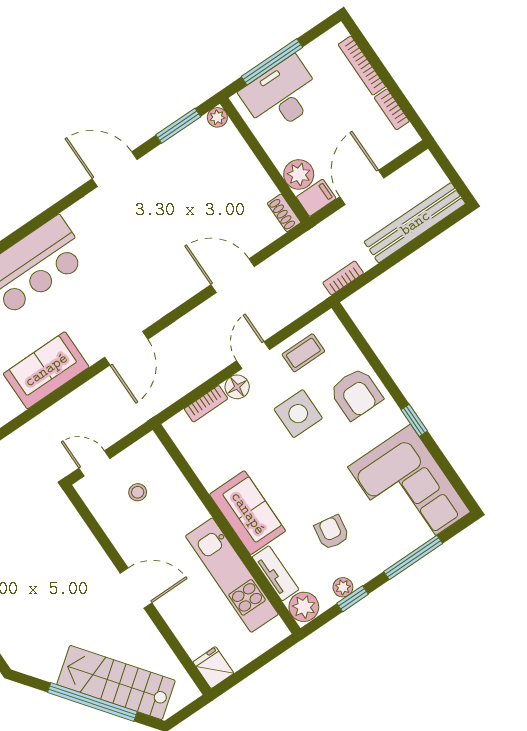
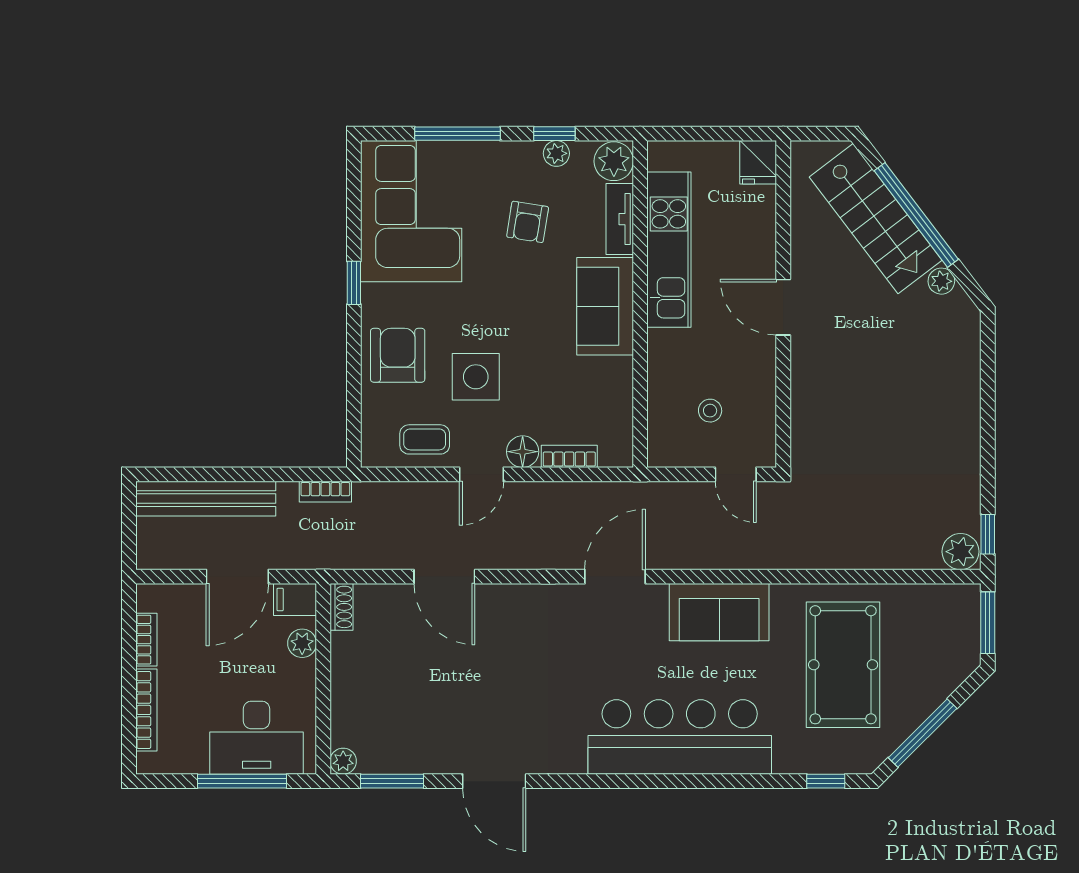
plant: (299, 174) -> (302, 643), width x0.73, depth x0.73
plant: (48, 671) -> (941, 281), added

